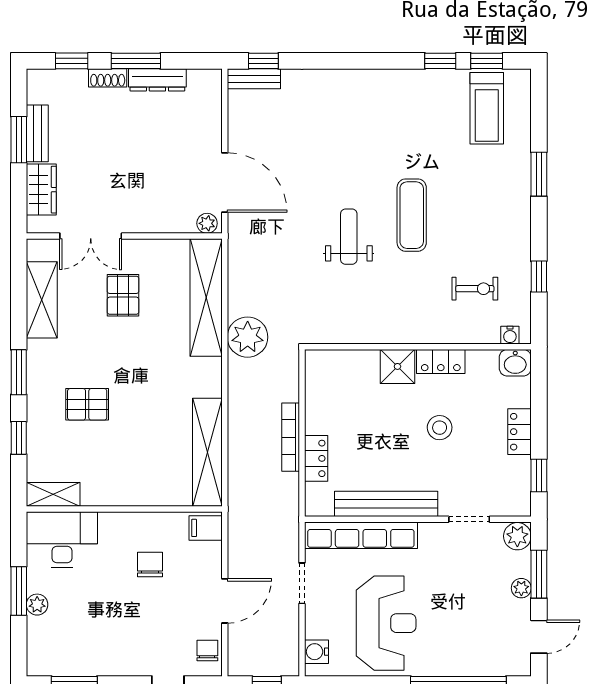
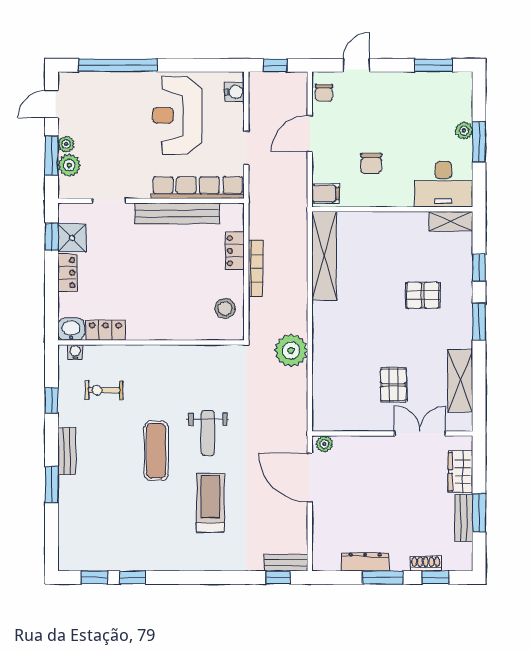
shoe rack: (108, 78) -> (426, 564), moved
treadmill: (487, 108) -> (210, 503), moved
bench: (520, 215) -> (67, 451), added
shelving: (206, 297) -> (325, 383), removed
locker: (441, 362) -> (106, 330), moved
shower: (397, 366) -> (72, 238), moved
stool: (440, 428) -> (225, 308), moved
plant: (517, 536) -> (69, 165), moved

